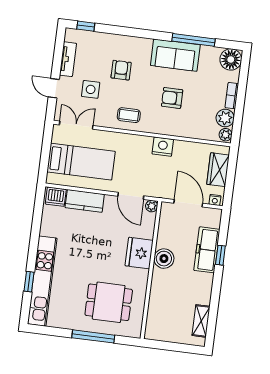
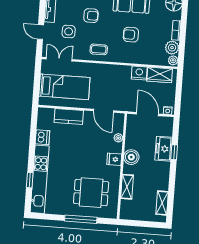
armchair: (121, 70) -> (91, 16), turned 90
nightstand: (163, 147) -> (139, 73), moved
wardrobe: (218, 170) -> (160, 75), moved, turned -90
dishwasher: (56, 197) -> (42, 137), moved, turned -90
plant: (152, 206) -> (118, 138), moved
freezer: (207, 250) -> (164, 149), width x0.71
fridge: (139, 253) -> (114, 159), width x0.53, depth x0.75
shelving: (156, 297) -> (127, 187), added

